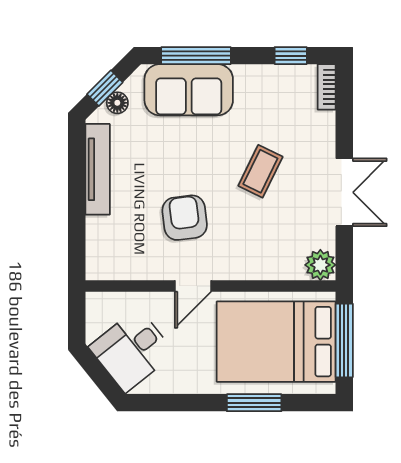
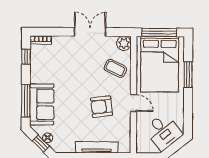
tv unit: (98, 169) -> (97, 147), moved
coffee table: (260, 171) -> (115, 68), moved

